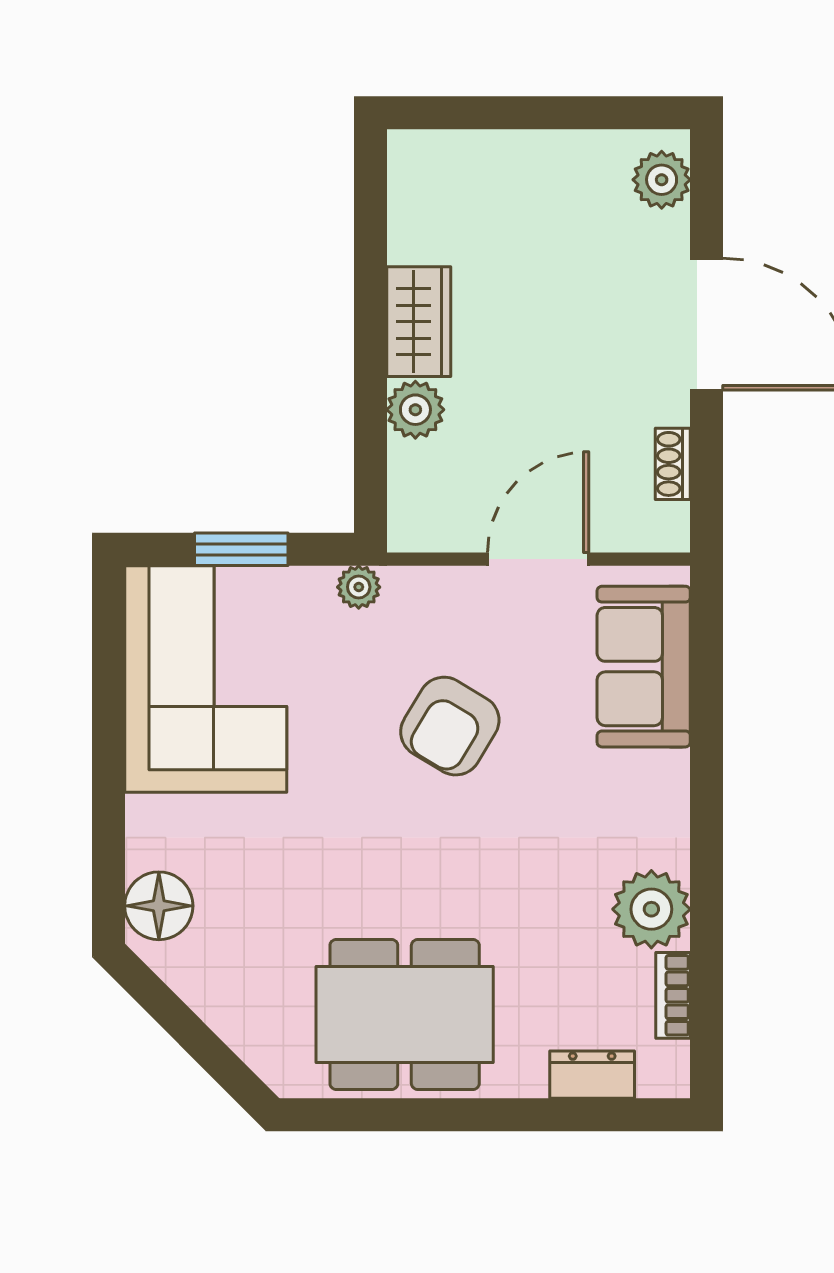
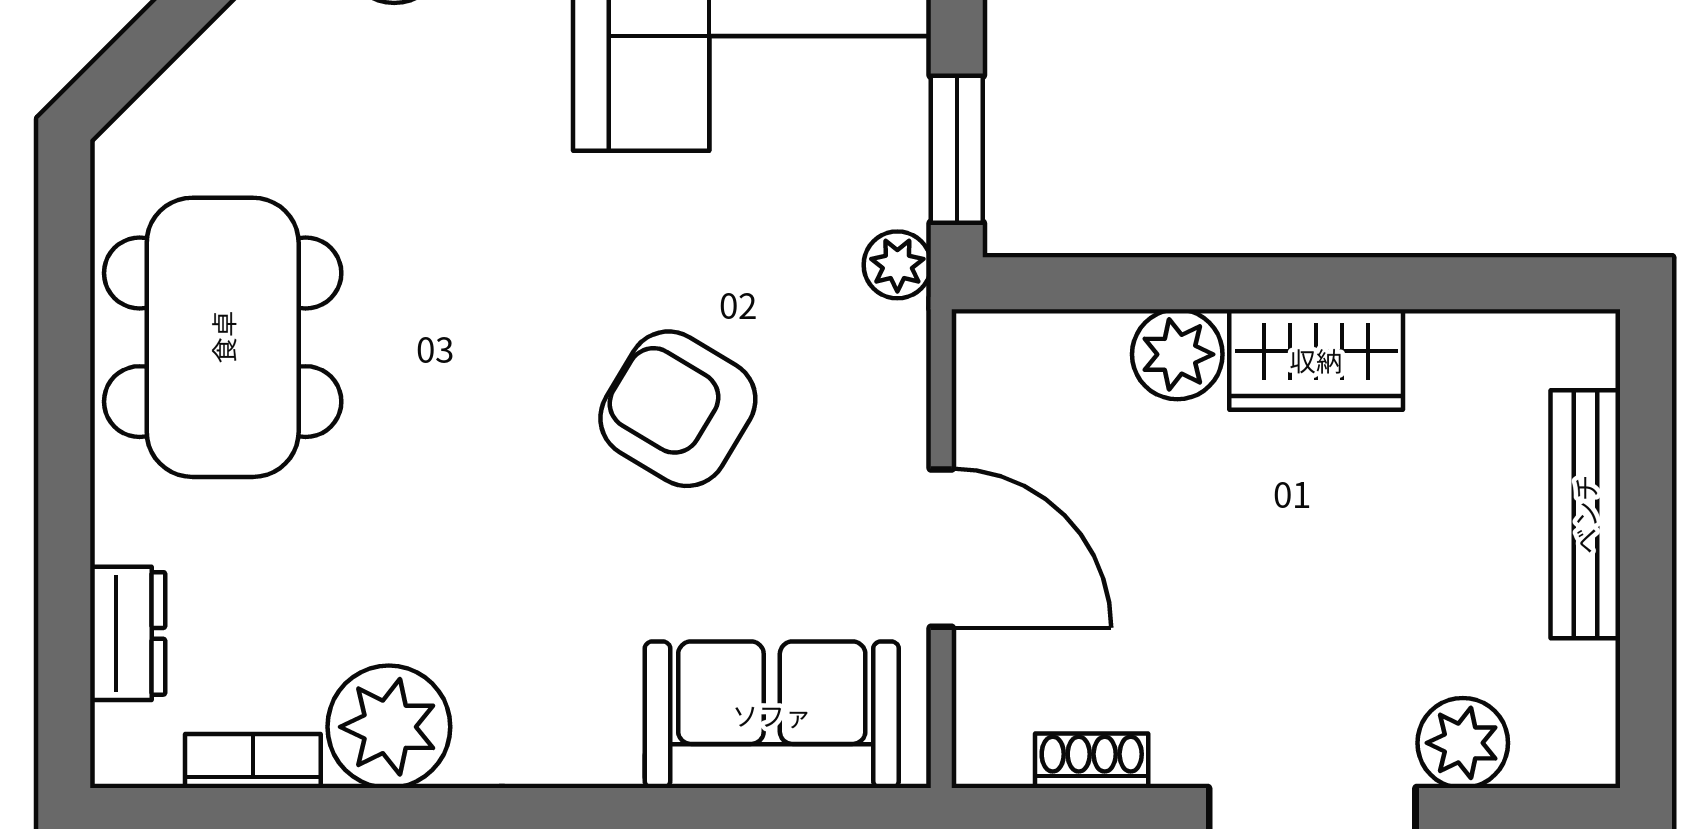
bench: (517, 151) -> (1585, 514), added
plant: (662, 180) -> (1463, 743), moved
window: (241, 549) -> (957, 149), moved

